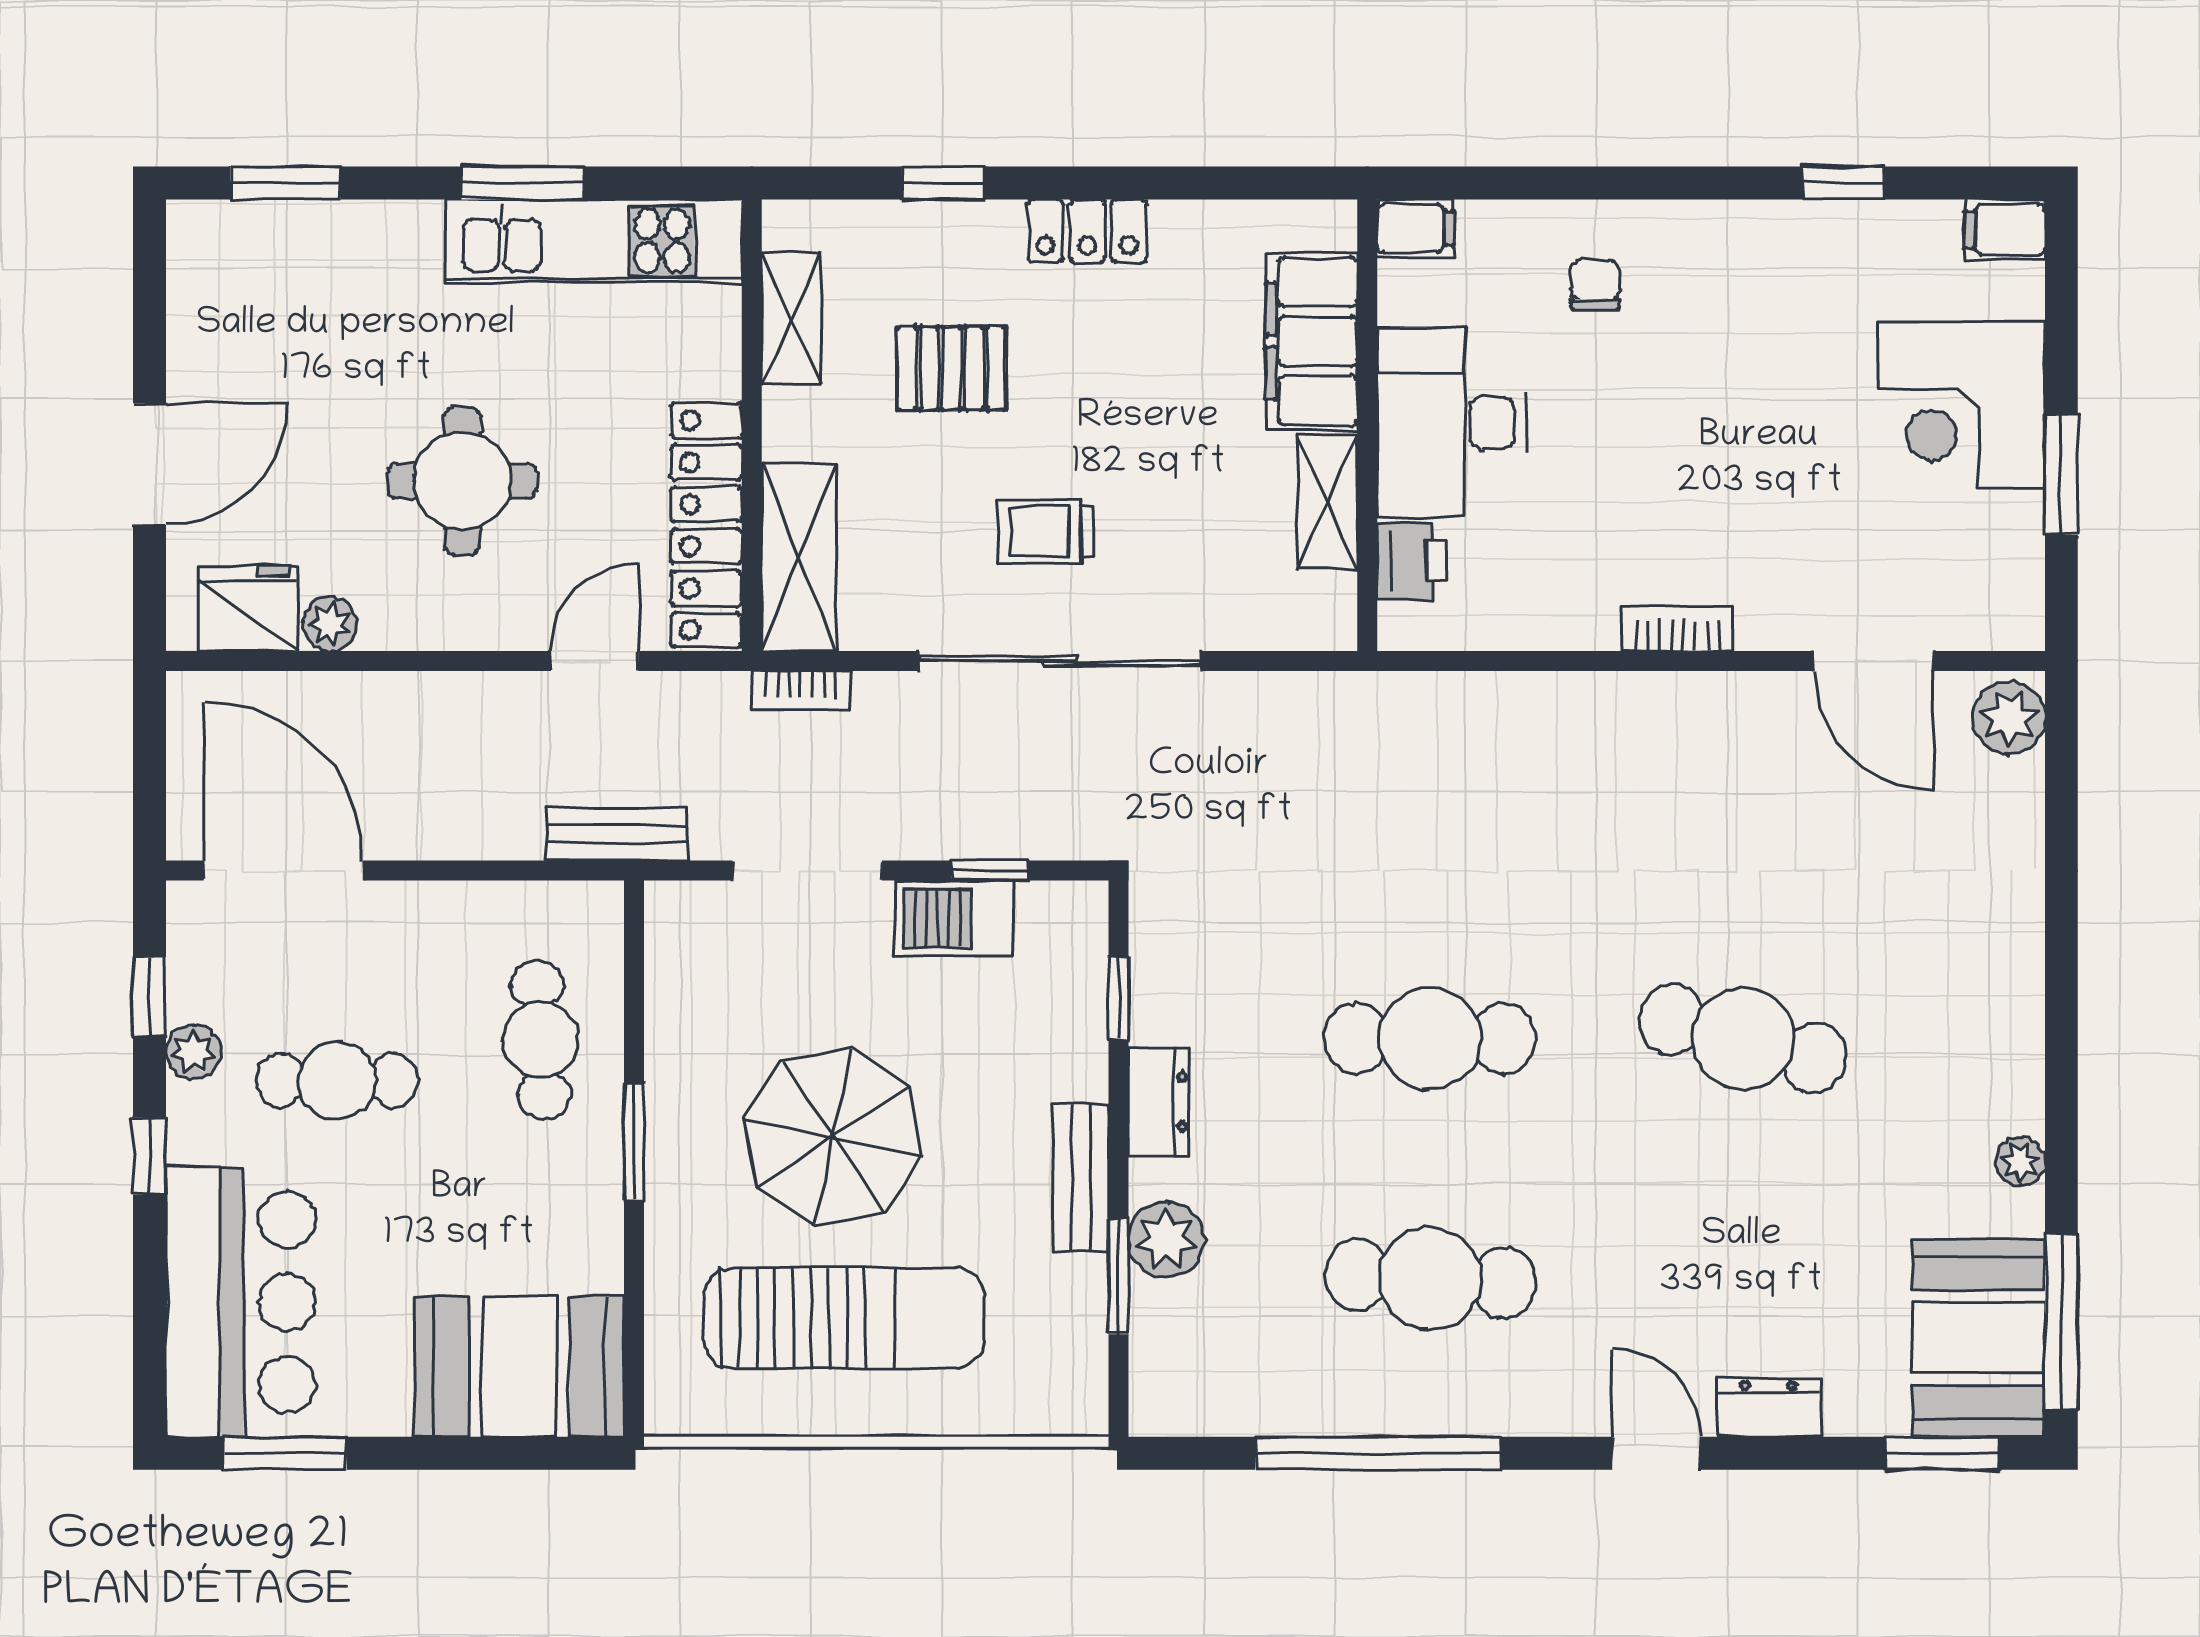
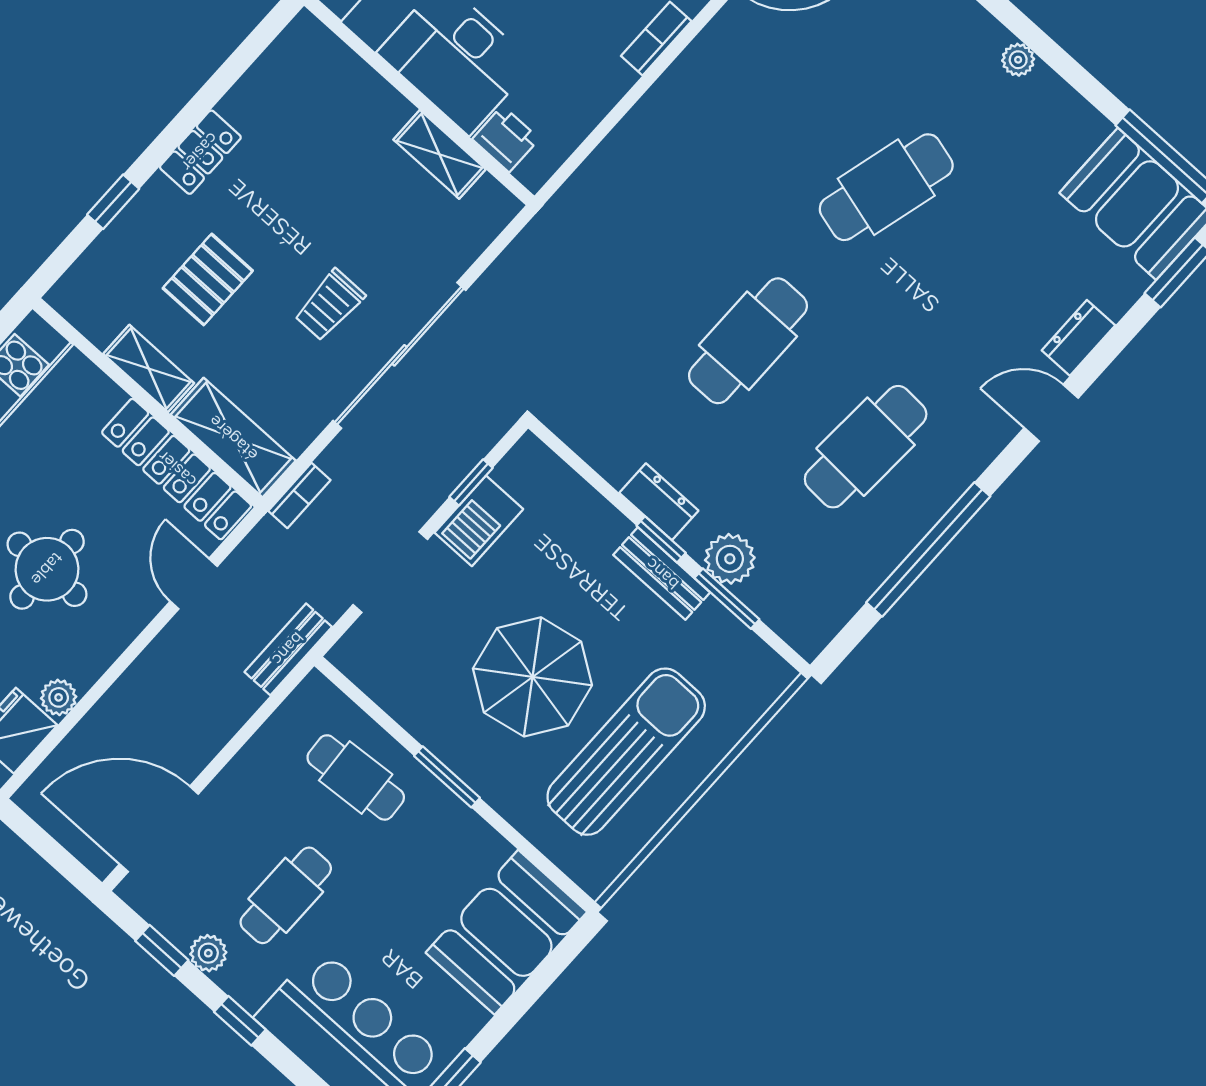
shelving: (791, 319) -> (149, 368), moved
filing cabinet: (1311, 341) -> (354, 91), removed
window: (1118, 998) -> (661, 539), moved
plant: (2021, 1162) -> (1018, 60), moved

